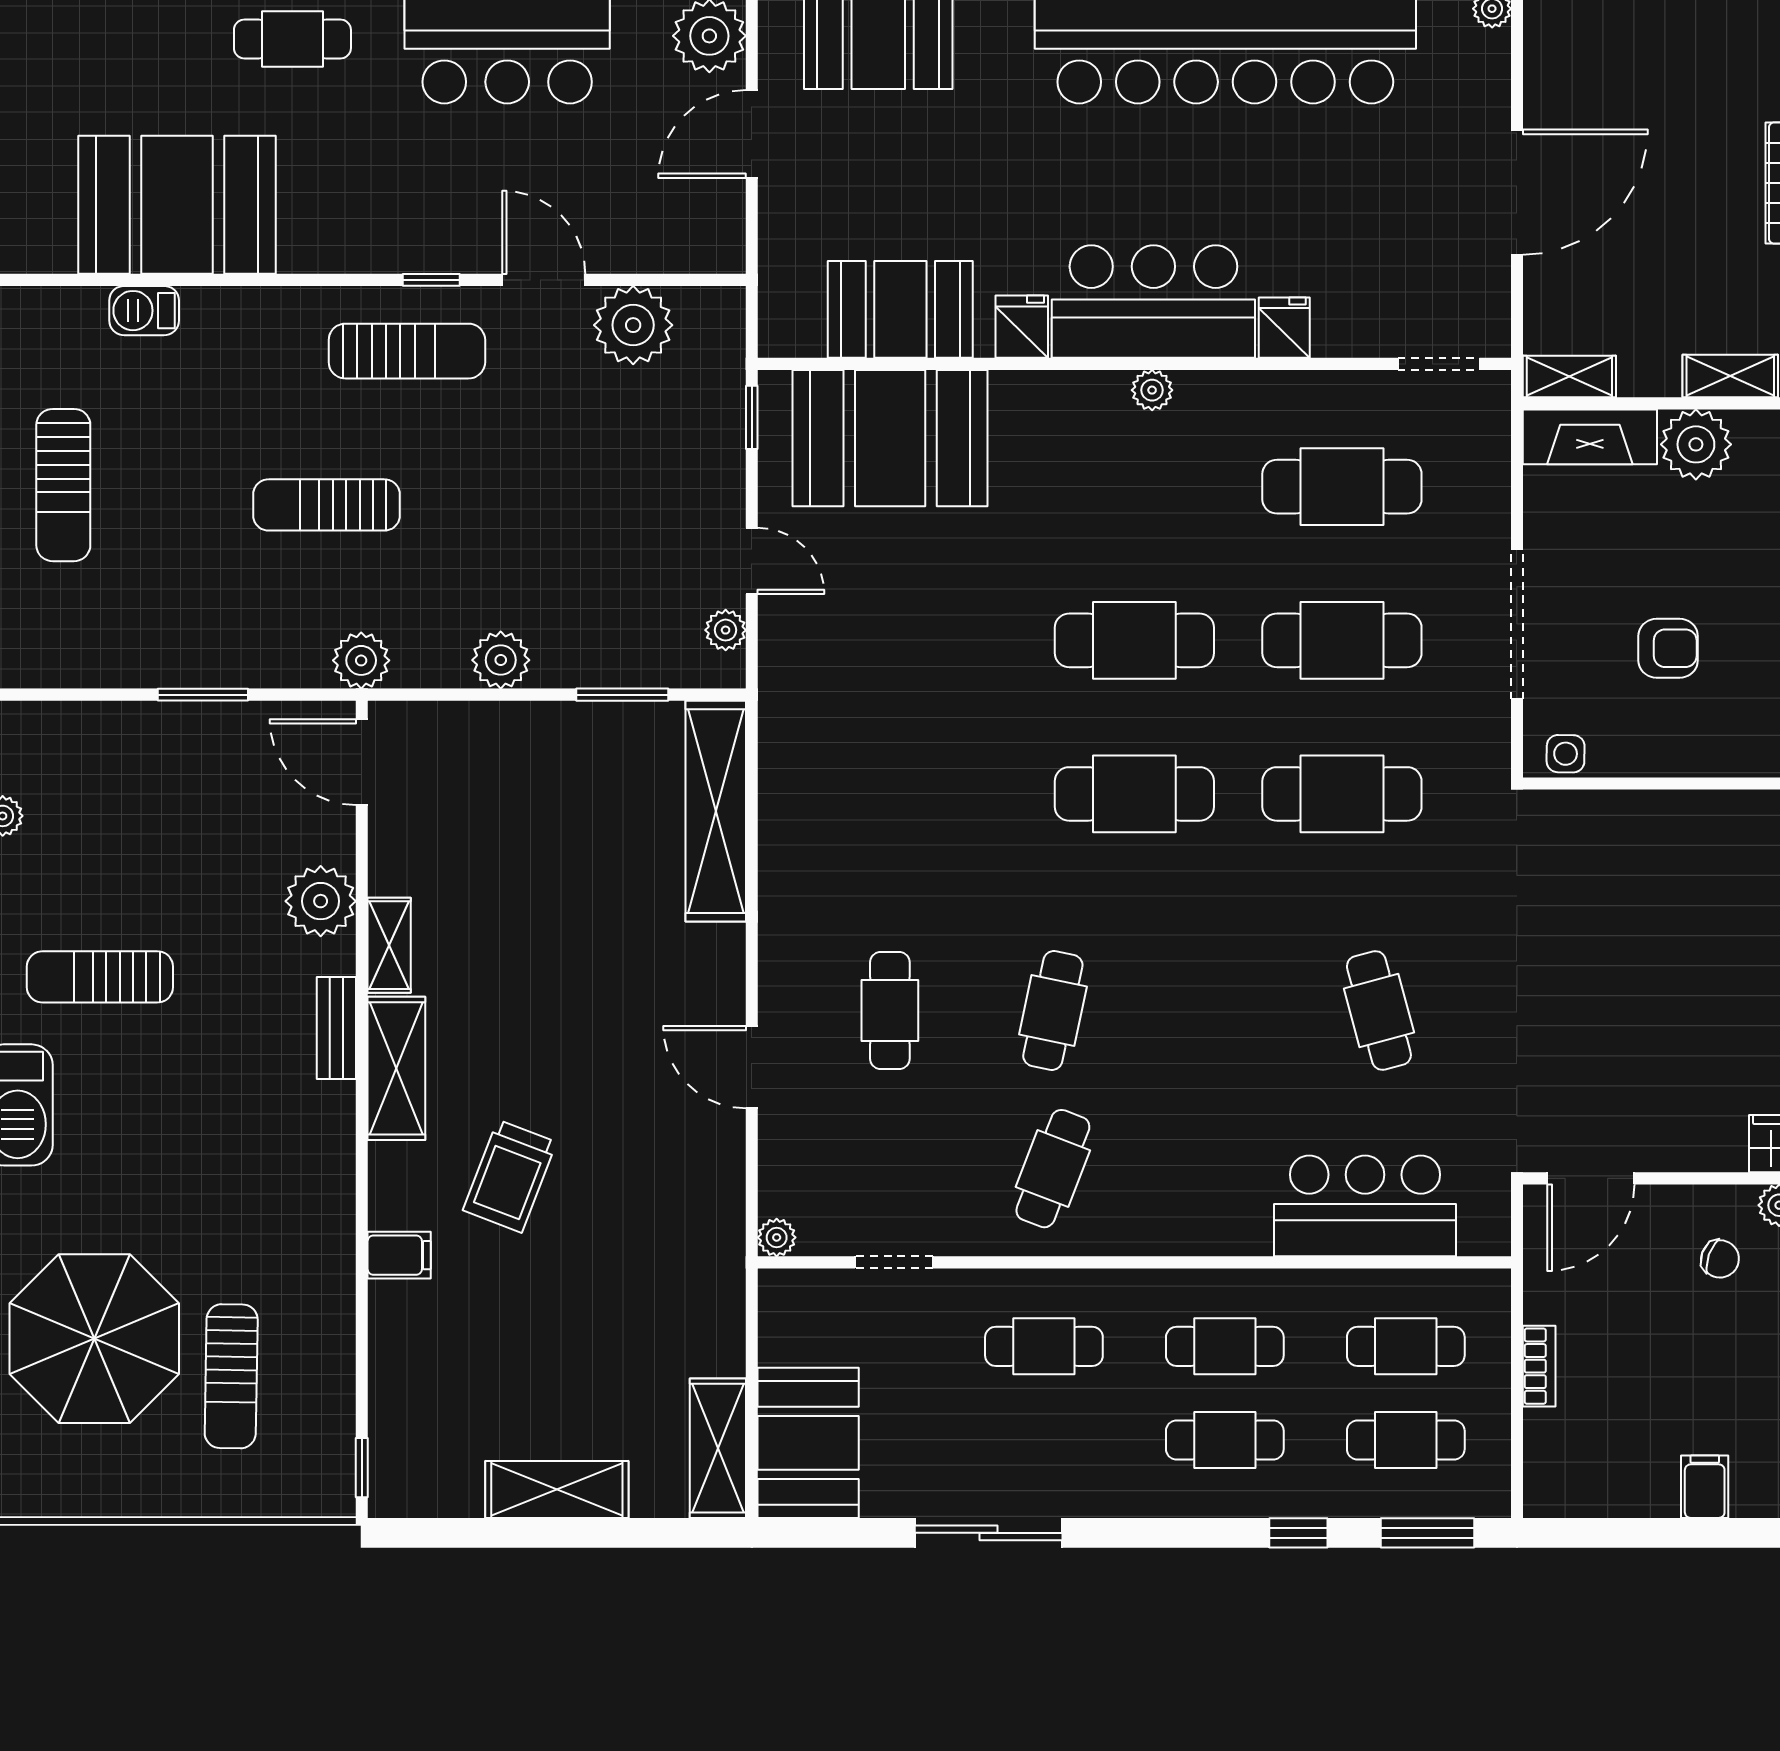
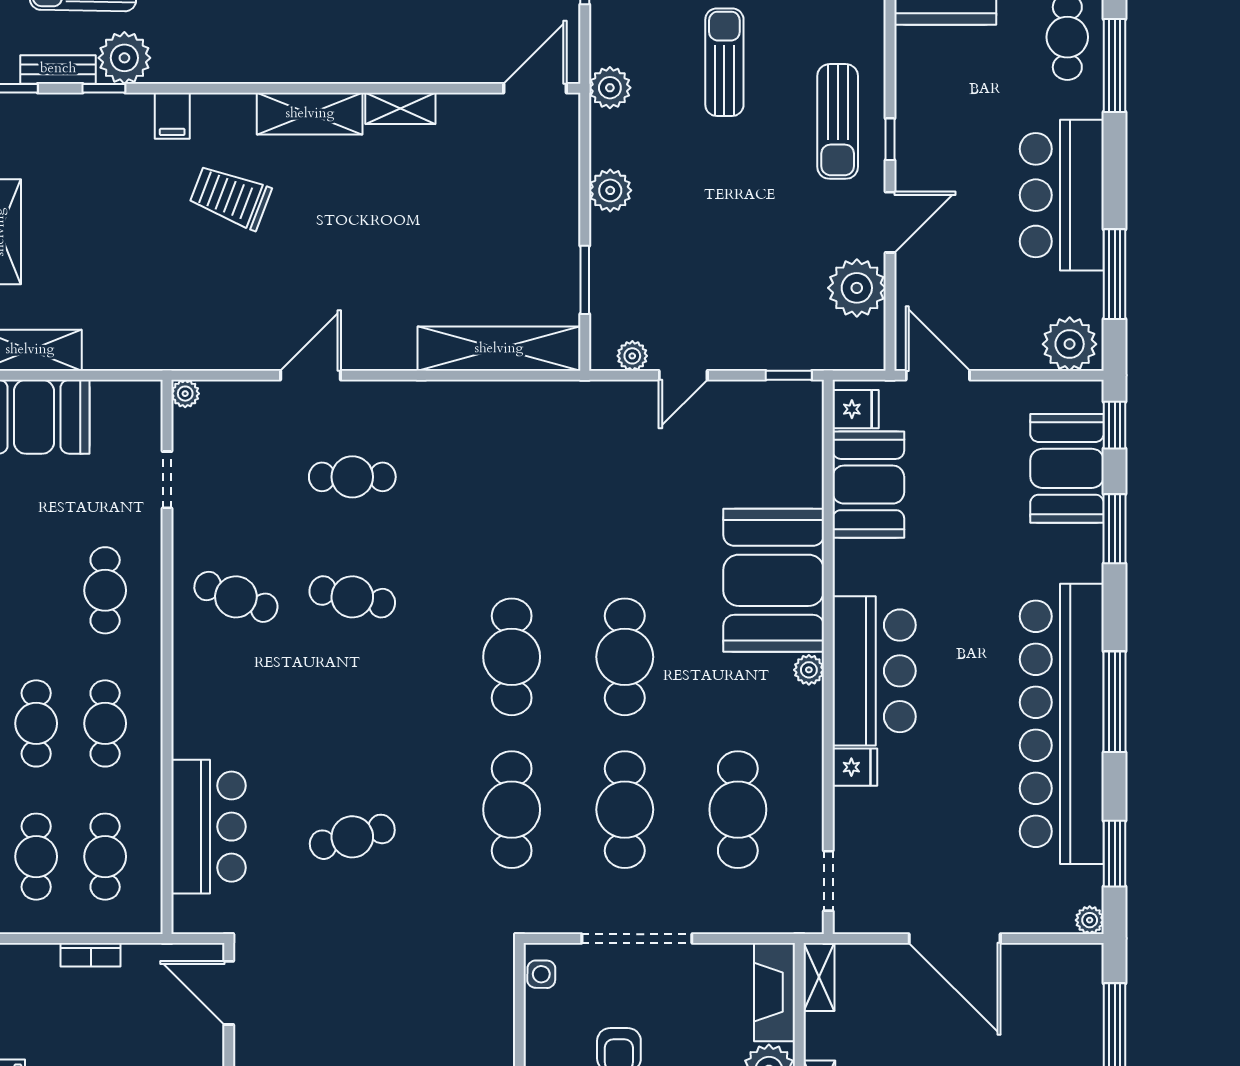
door: (752, 134) -> (938, 375), moved
fridge: (1022, 327) -> (856, 409), moved
booth: (890, 438) -> (774, 580), moved
plant: (321, 901) -> (124, 58), moved
bench: (336, 1028) -> (58, 69), moved
window: (362, 1348) -> (104, 88), added

